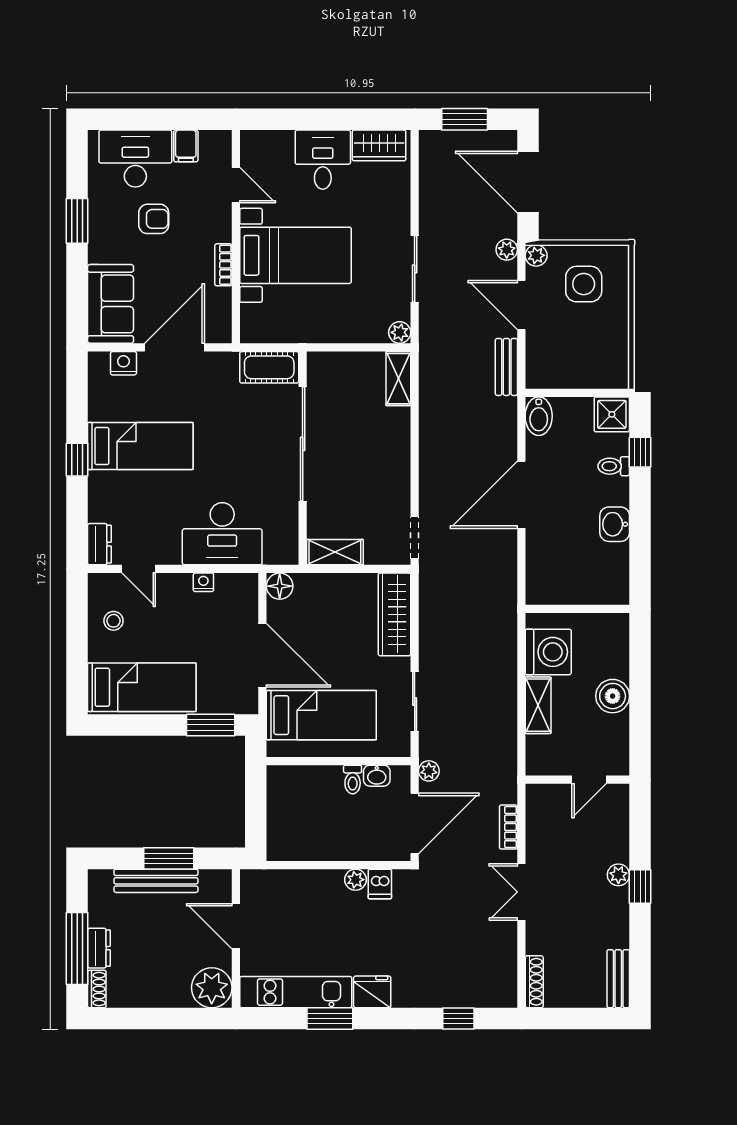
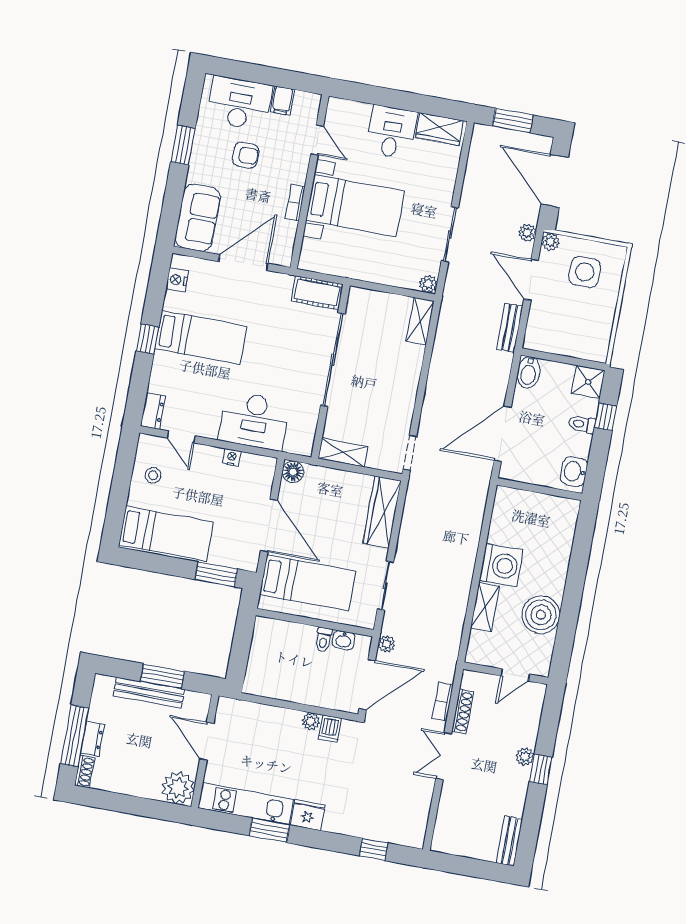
nightstand: (123, 363) -> (177, 280), moved, turned -90
wall: (577, 609) -> (540, 489), moved
boiler: (613, 696) -> (541, 615), width x1.37, depth x1.37
shoe rack: (534, 982) -> (463, 711), moved

